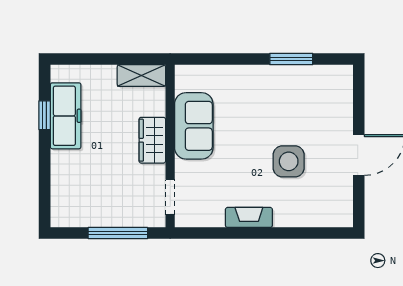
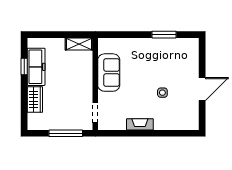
wardrobe: (152, 140) -> (35, 99), moved, turned 180
side table: (289, 161) -> (162, 93), width x0.54, depth x0.54

